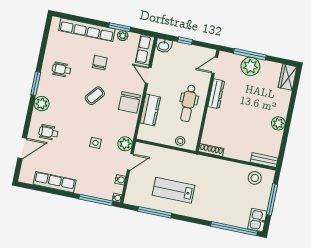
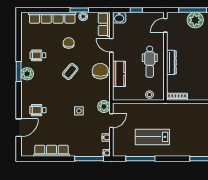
dresser: (216, 94) -> (171, 62), moved
chair: (129, 102) -> (100, 71), turned 180
plant: (42, 104) -> (27, 74), moved

